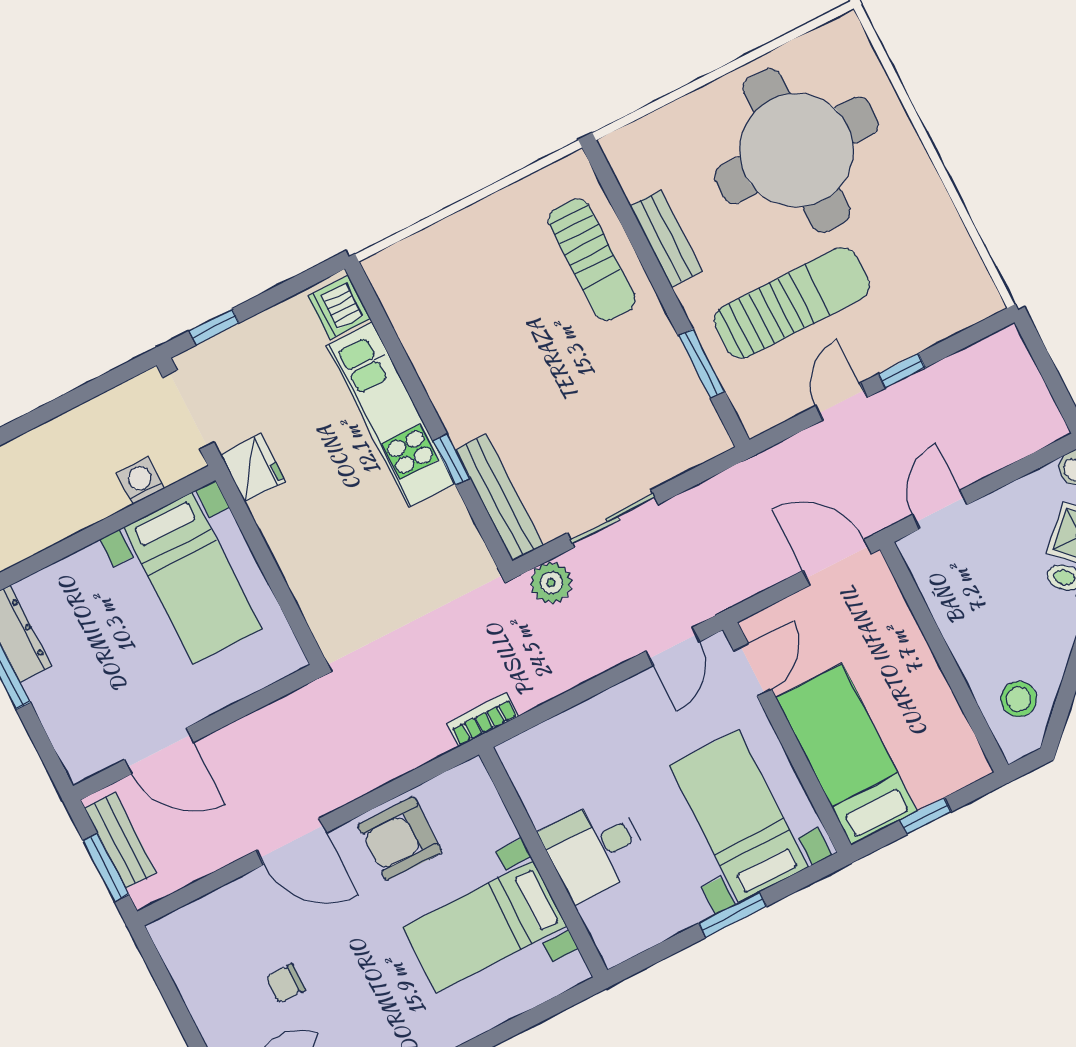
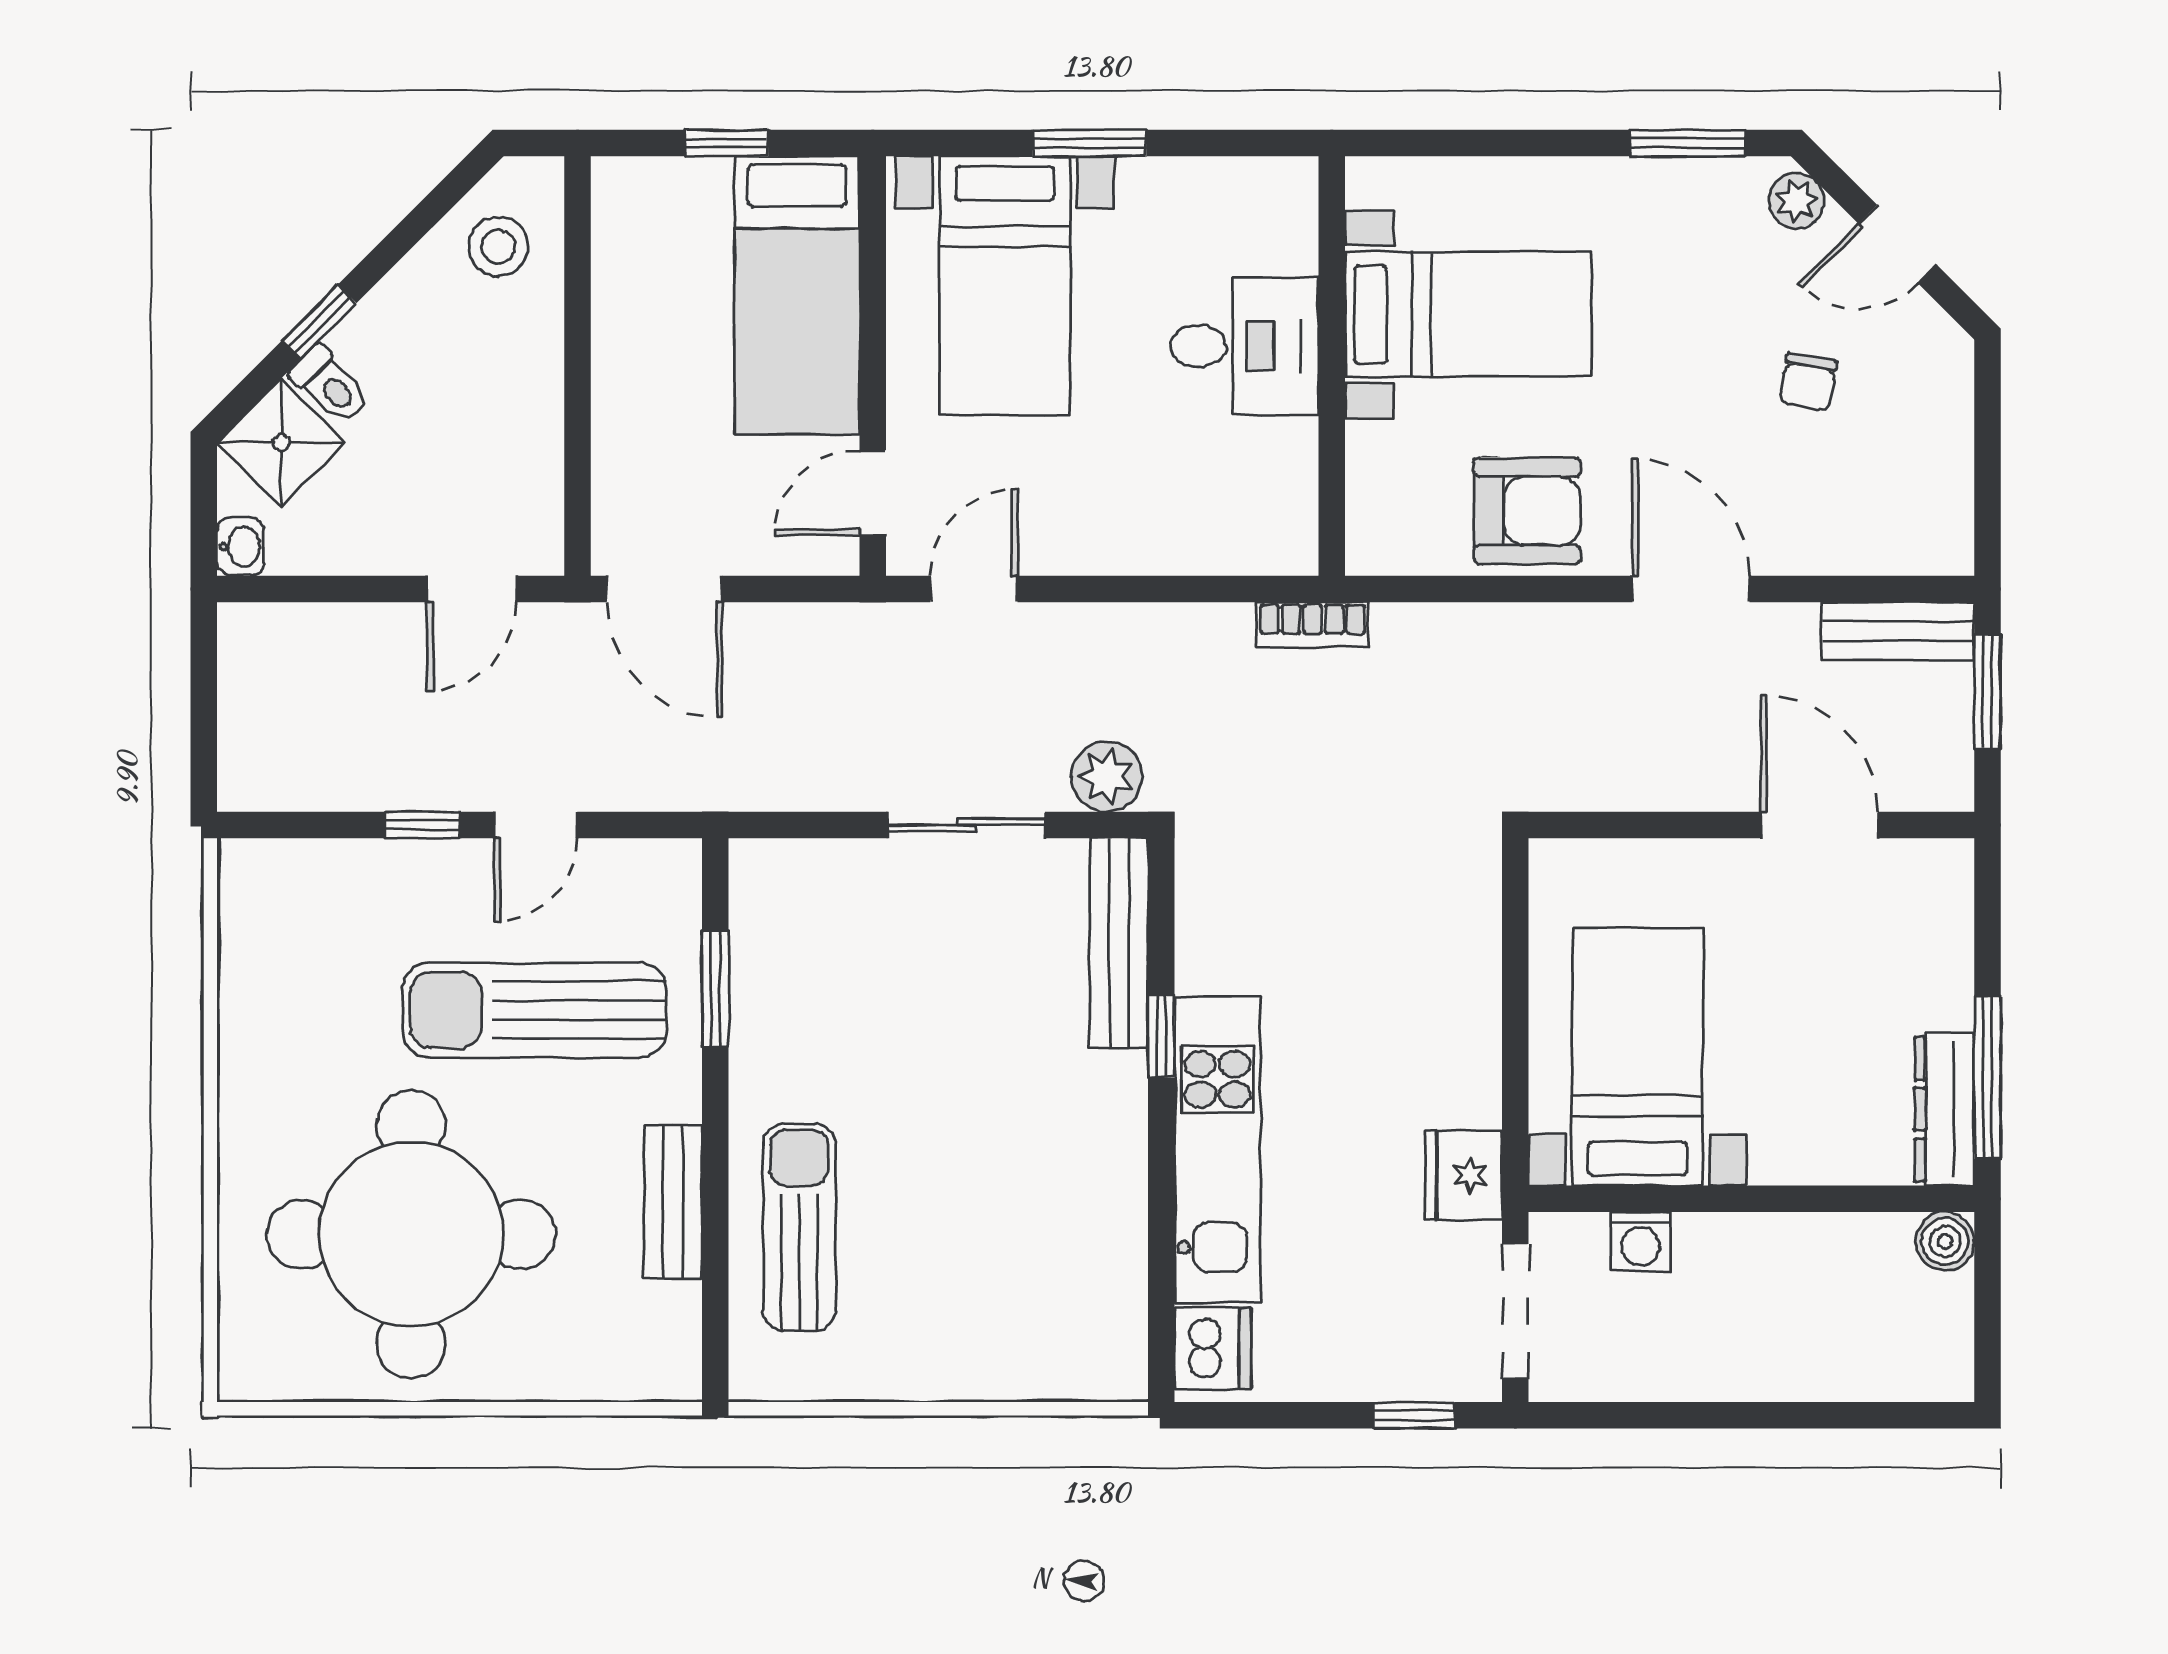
bench: (120, 840) -> (1898, 631), moved, turned 90
chair: (286, 983) -> (1808, 382), turned 100

